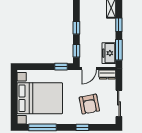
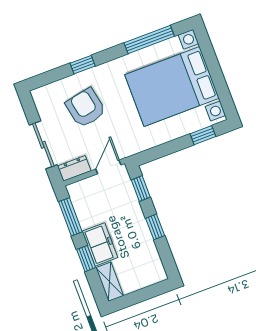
freezer: (109, 53) -> (100, 244), moved
window: (61, 67) -> (203, 135), moved
sliding door: (119, 103) -> (43, 145), moved

